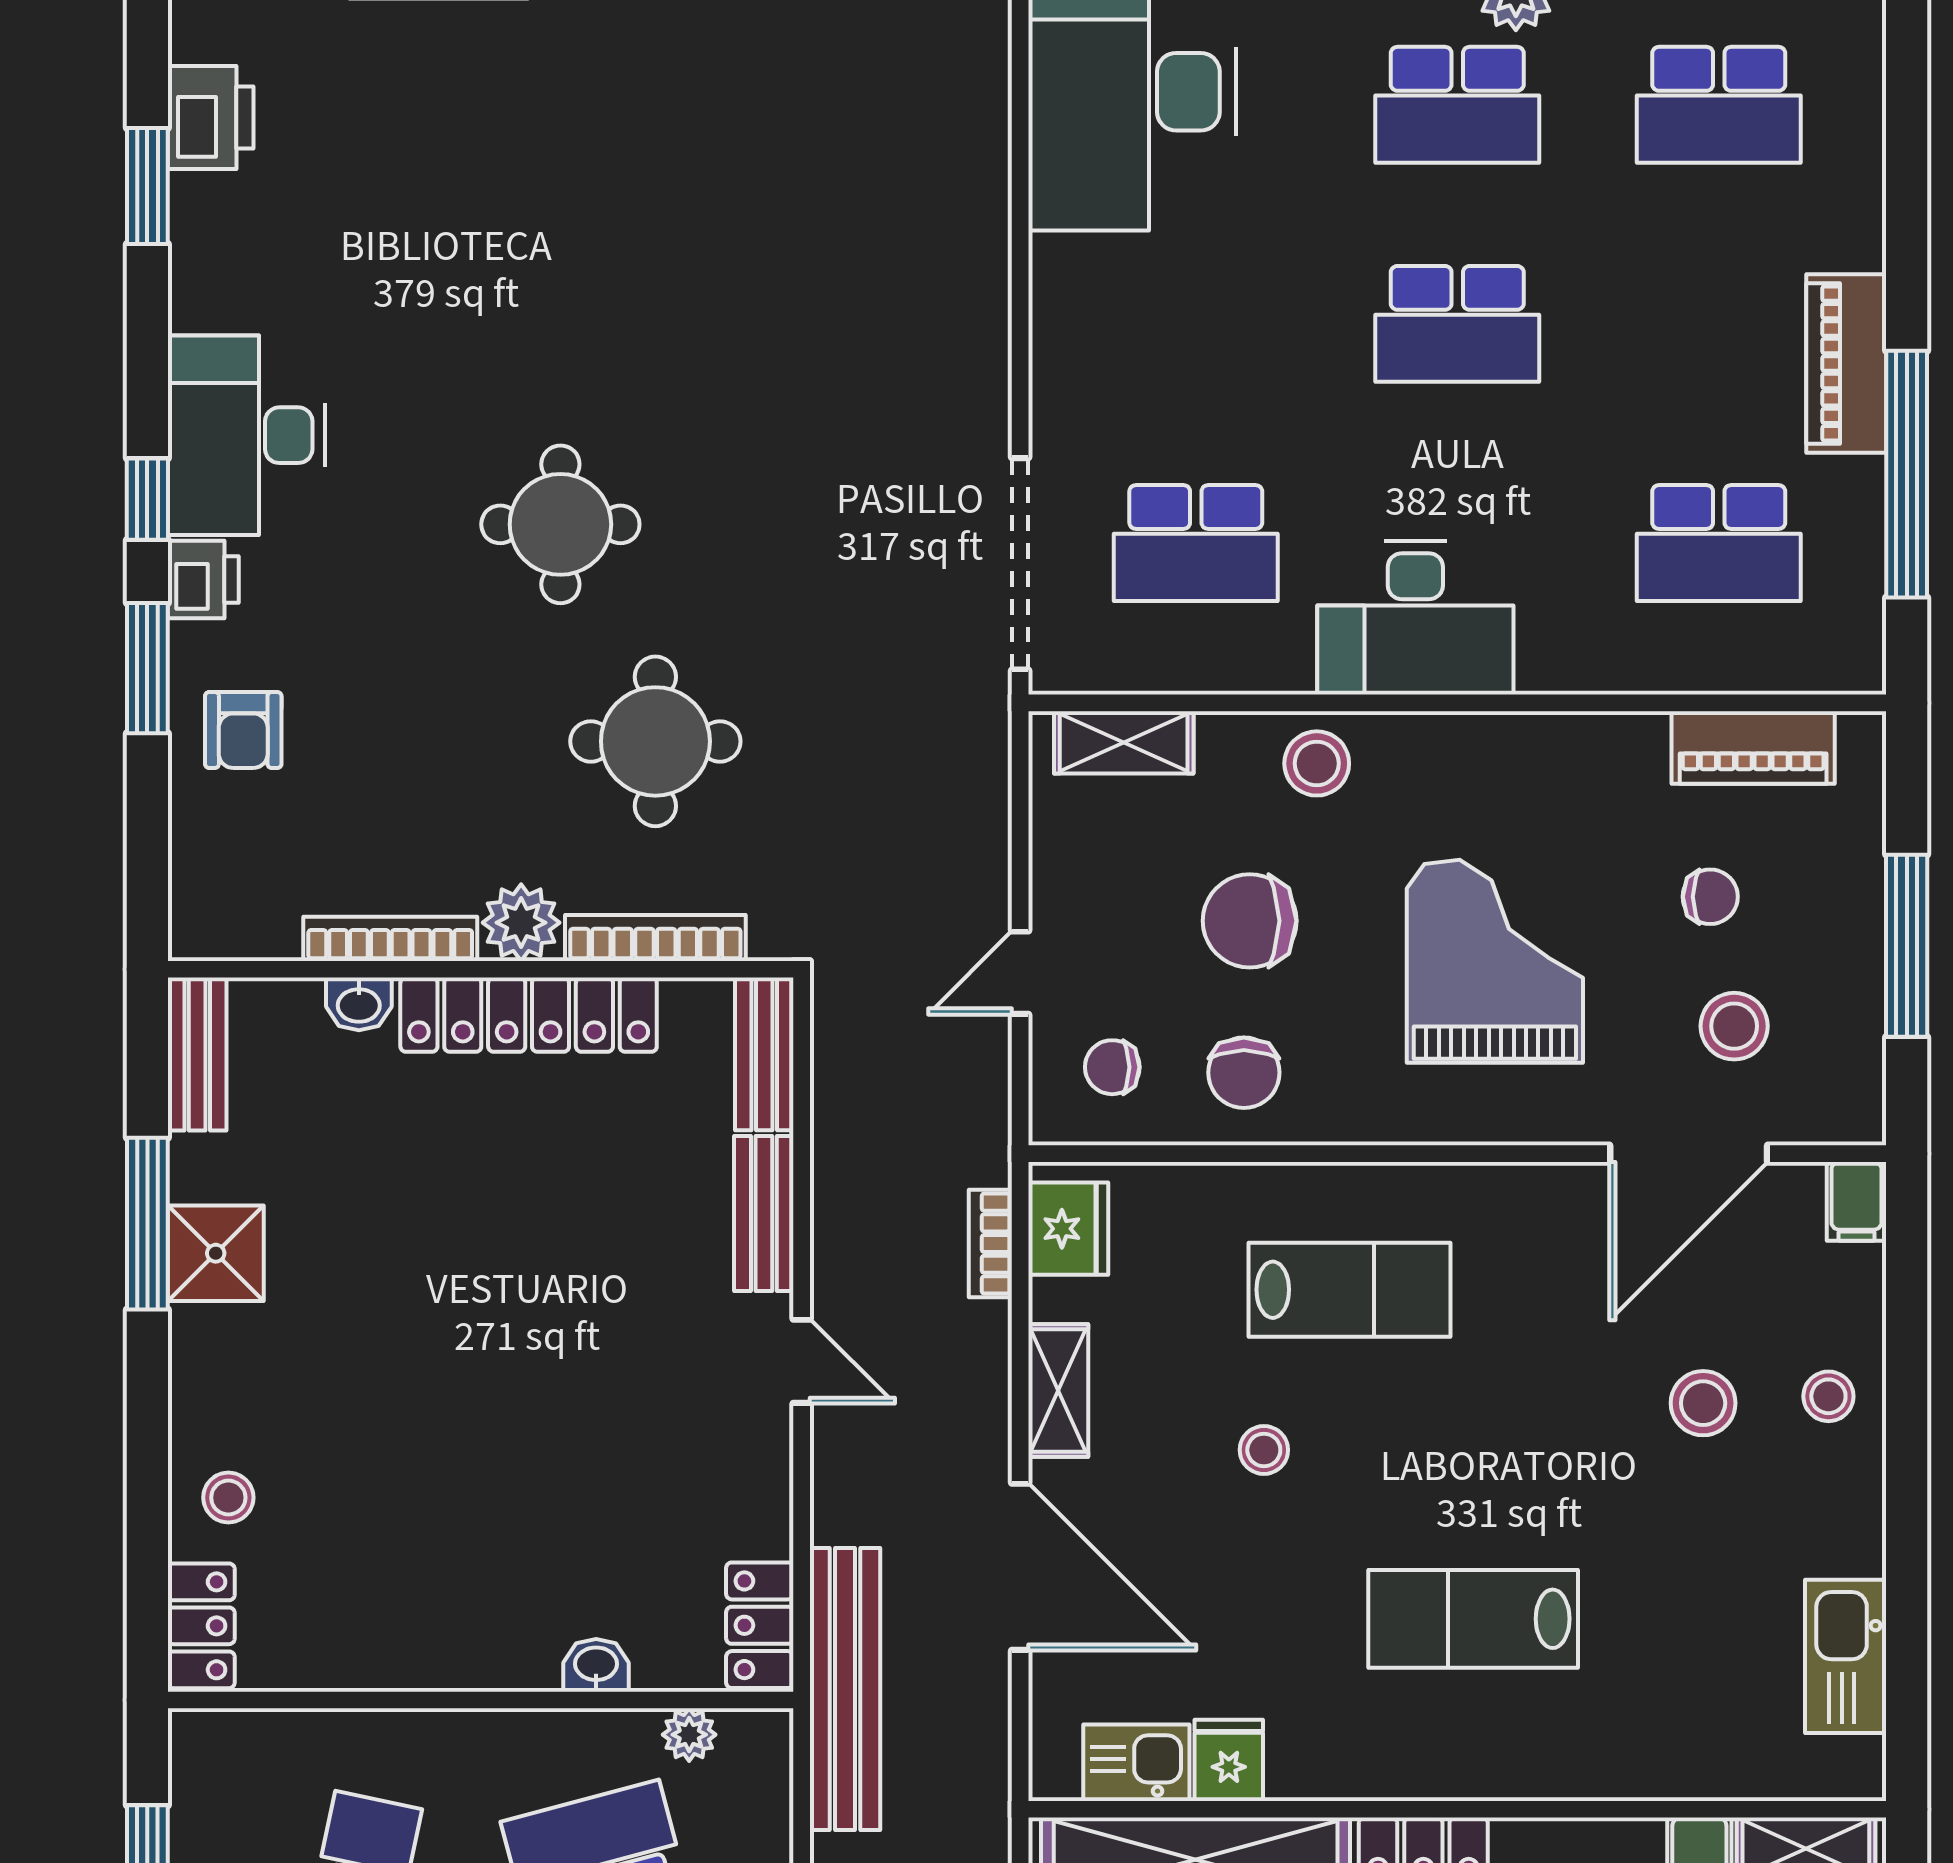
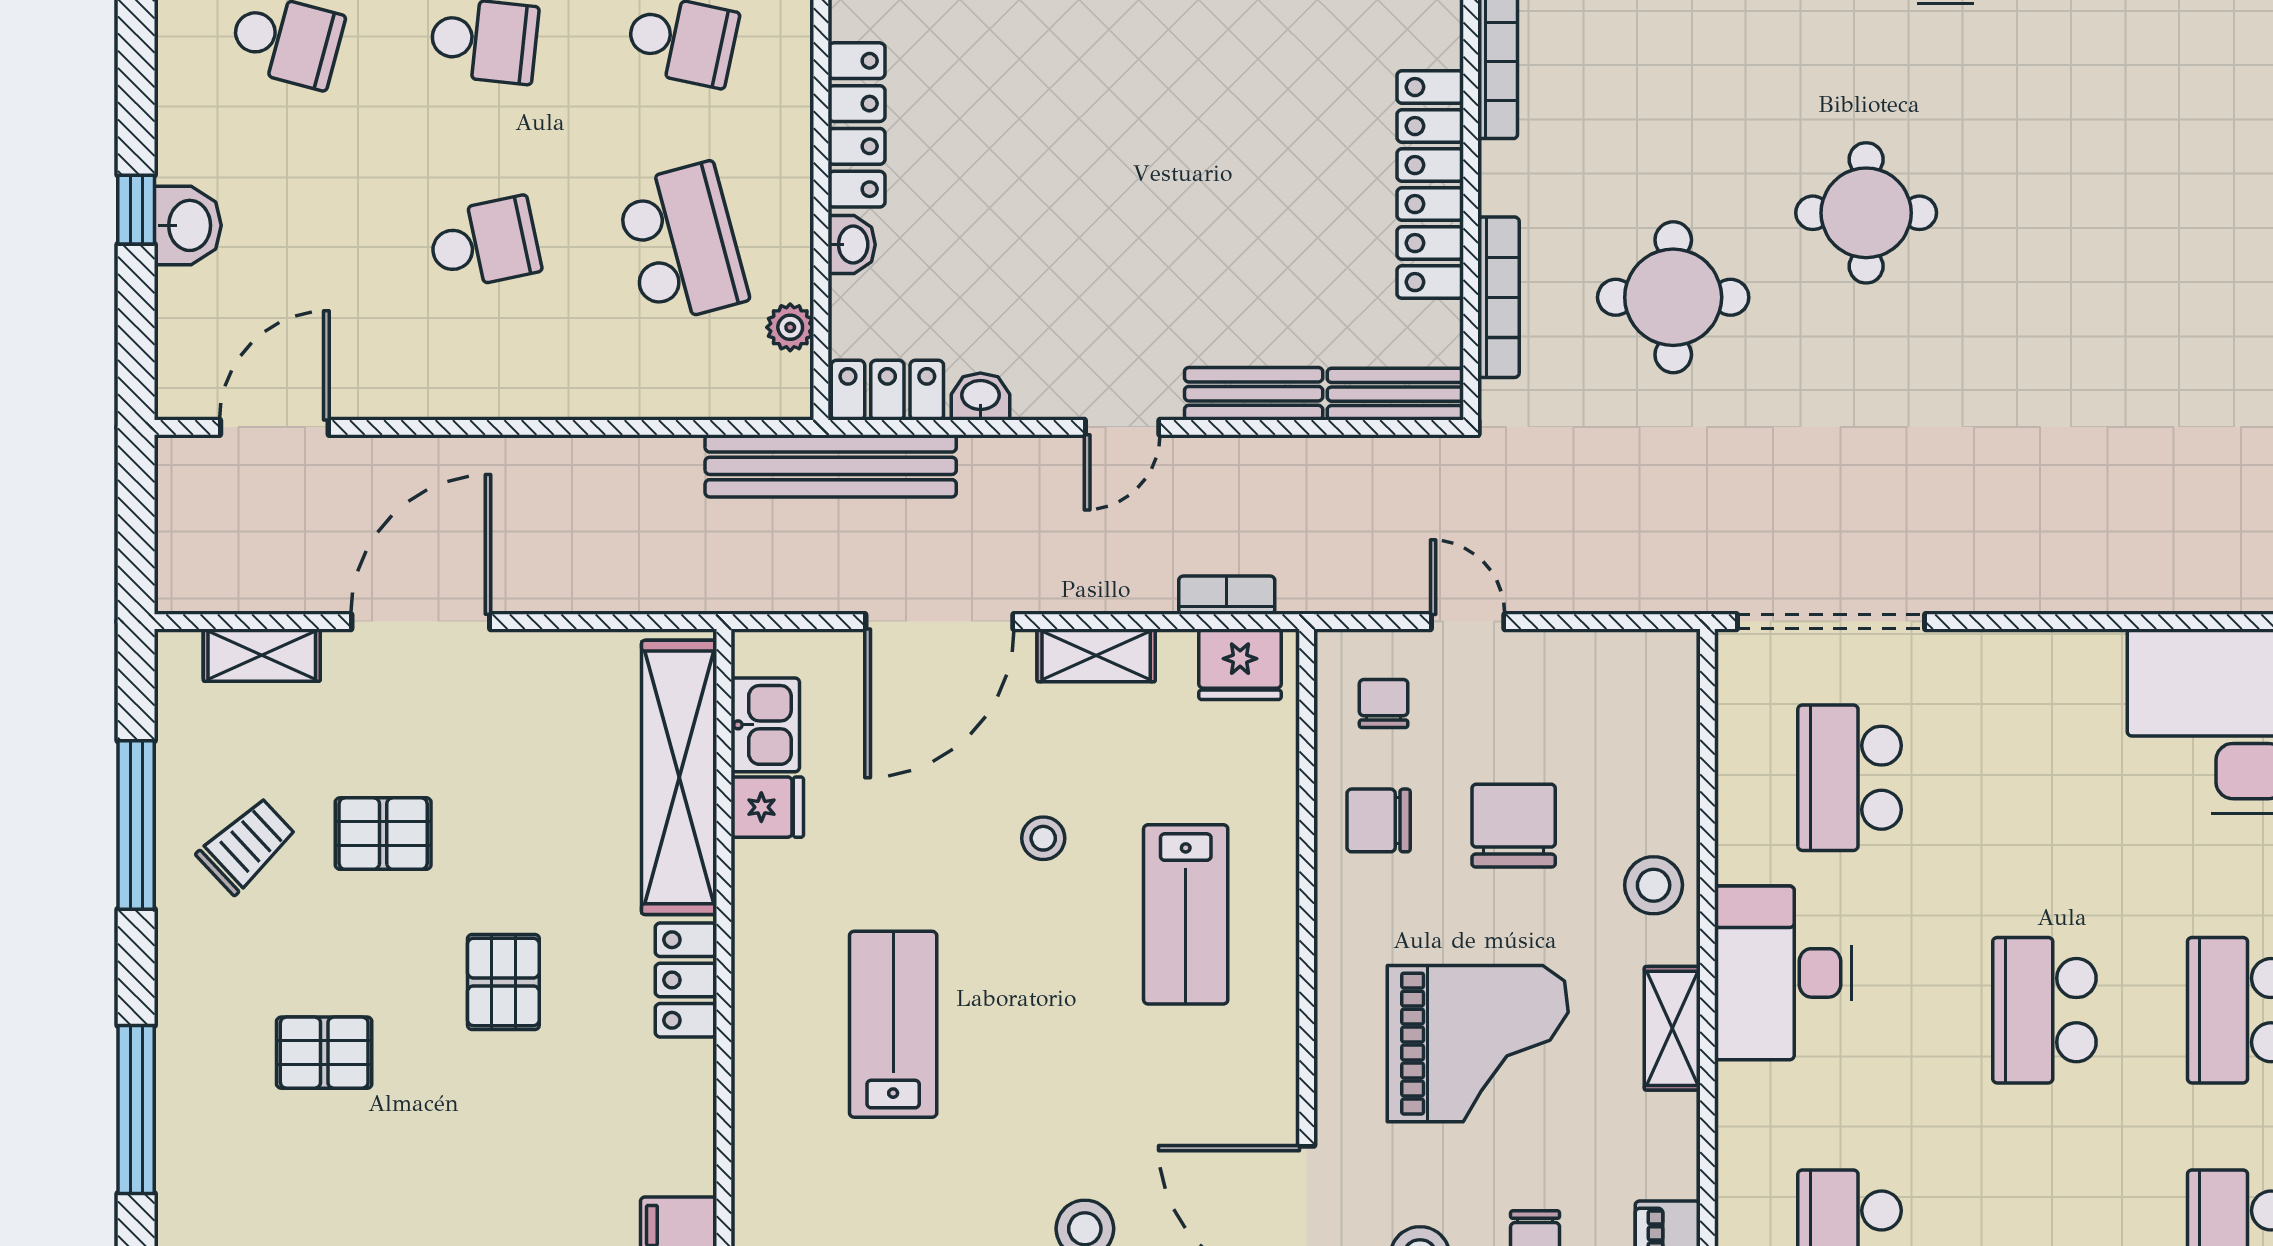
shelving: (1124, 742) -> (1672, 1028), moved
plant: (521, 923) -> (1512, 178), removed
washbasin: (359, 1004) -> (980, 396), moved, turned 90
locker: (462, 1660) -> (857, 125), added

